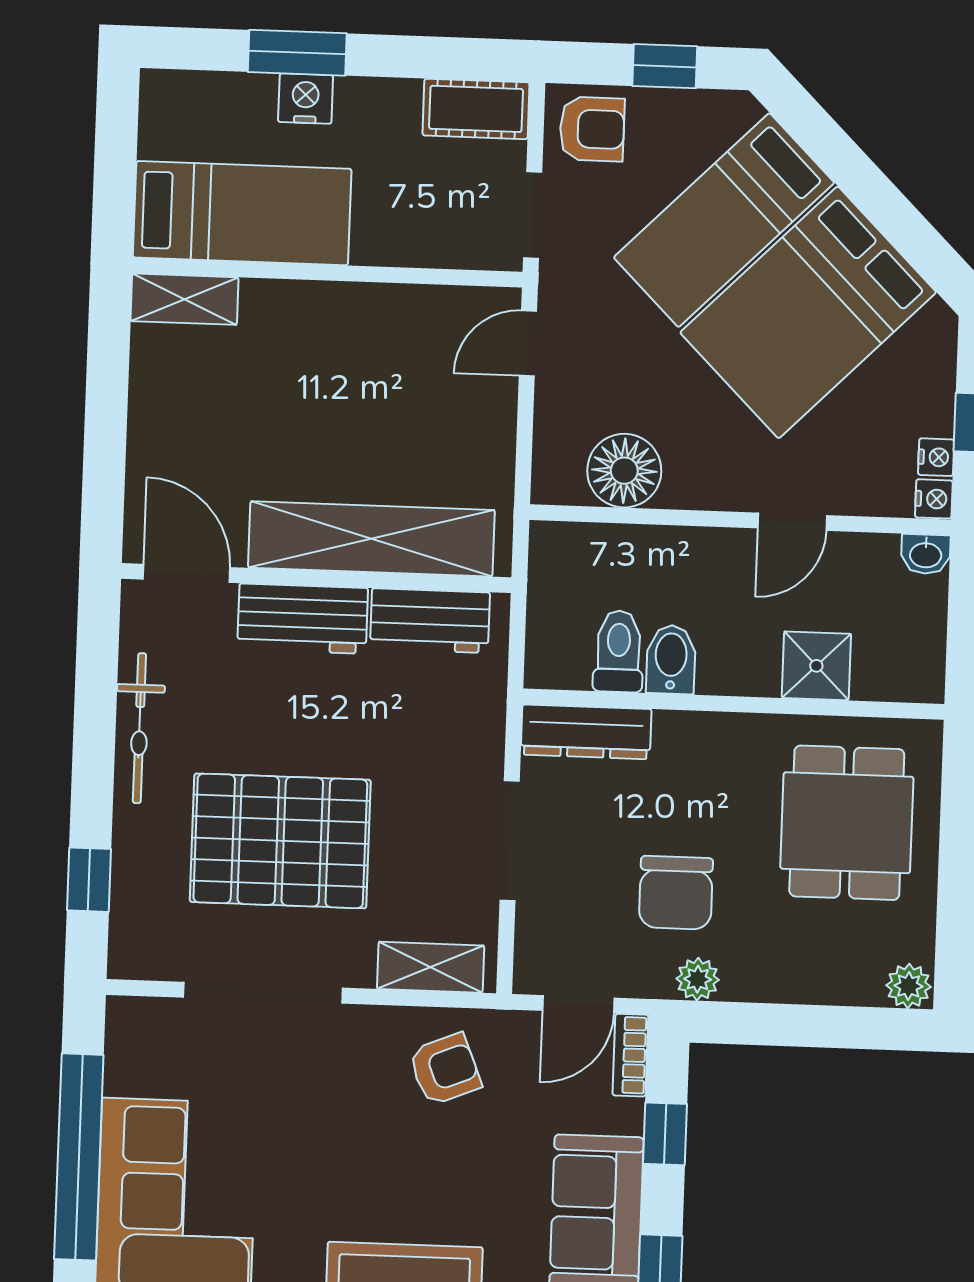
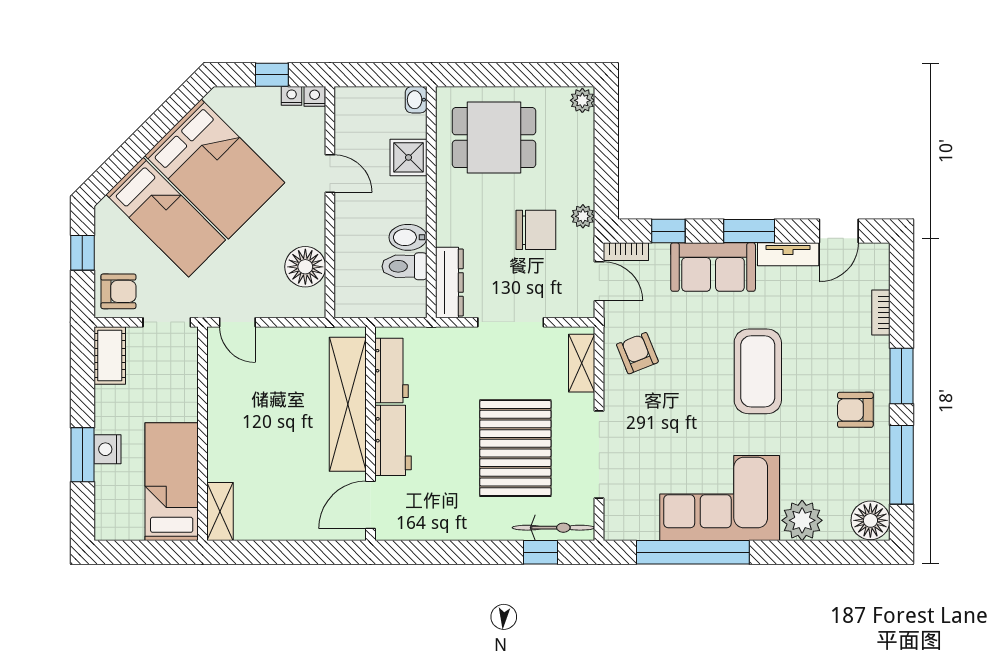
armchair: (592, 129) -> (118, 291), turned 90
washbasin: (926, 554) -> (416, 100), moved, turned 180
bicycle: (139, 728) -> (553, 528), moved

